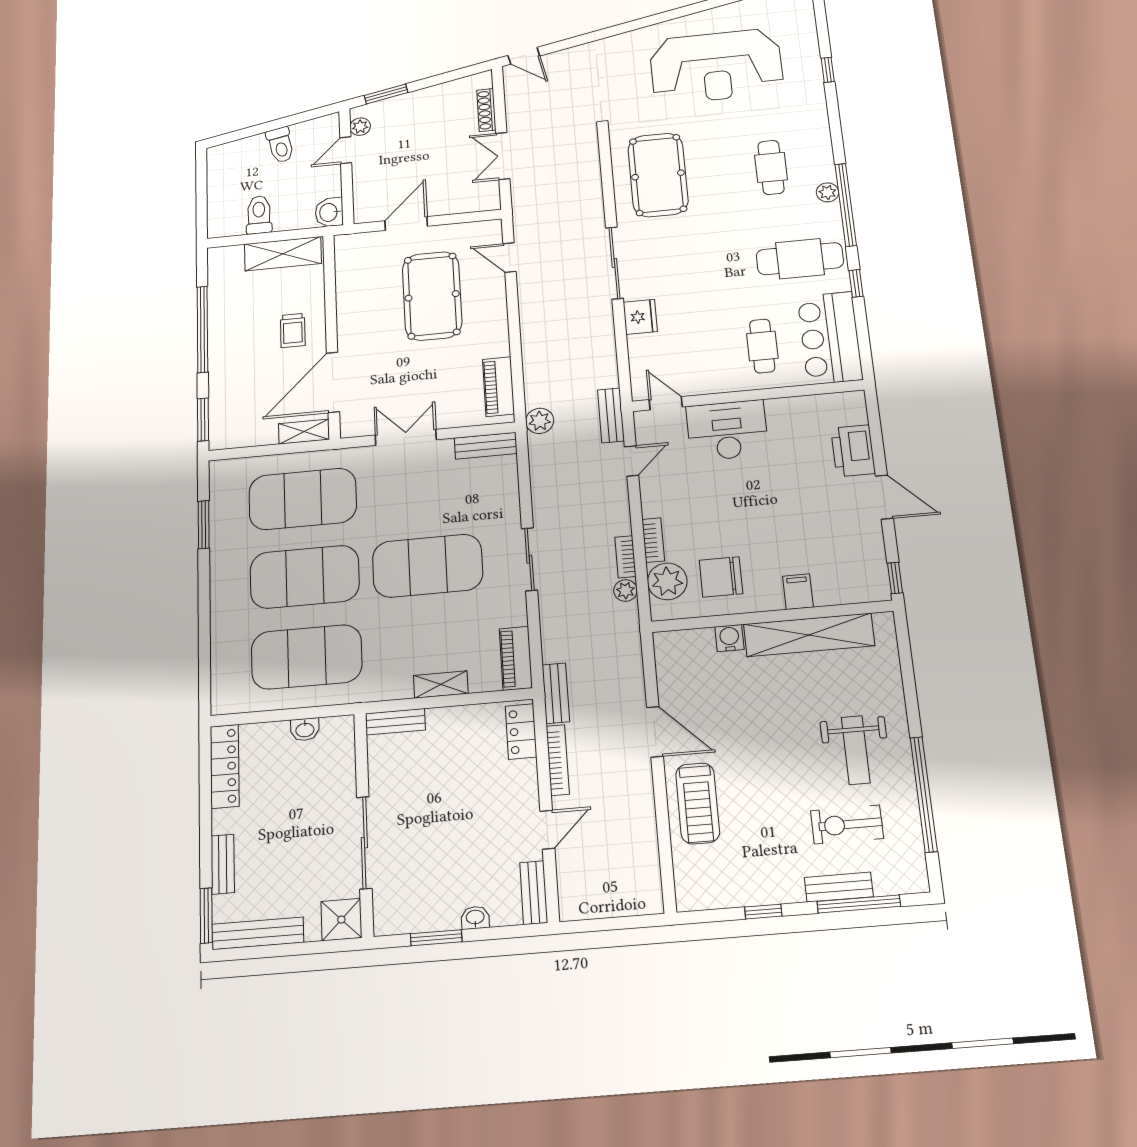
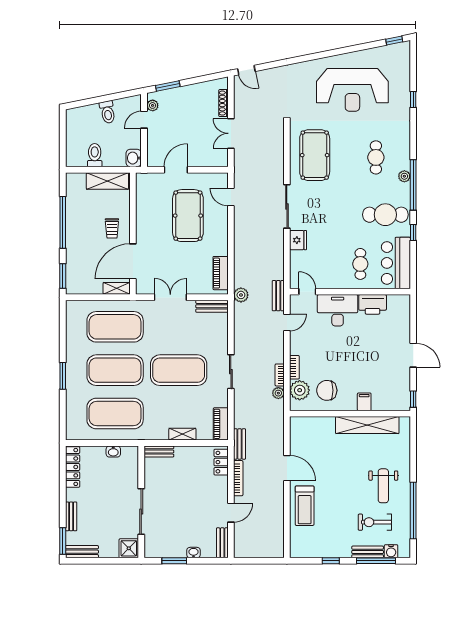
printer: (853, 451) -> (373, 304), moved, turned -90
window: (204, 525) -> (63, 376), moved
water cooler: (729, 638) -> (391, 551), moved, turned 180
bench: (258, 933) -> (82, 552), width x0.73

